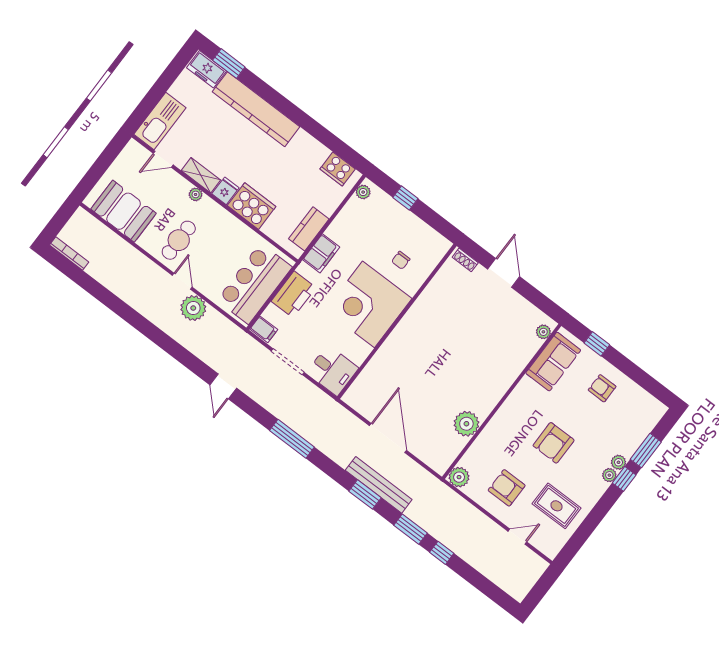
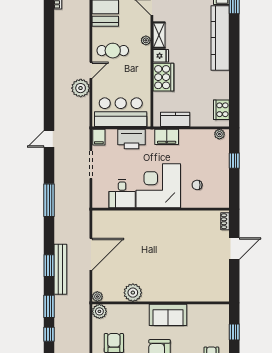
plant: (543, 332) -> (97, 297), moved
sofa: (553, 362) -> (168, 315), moved
desk: (332, 370) -> (122, 194), moved

